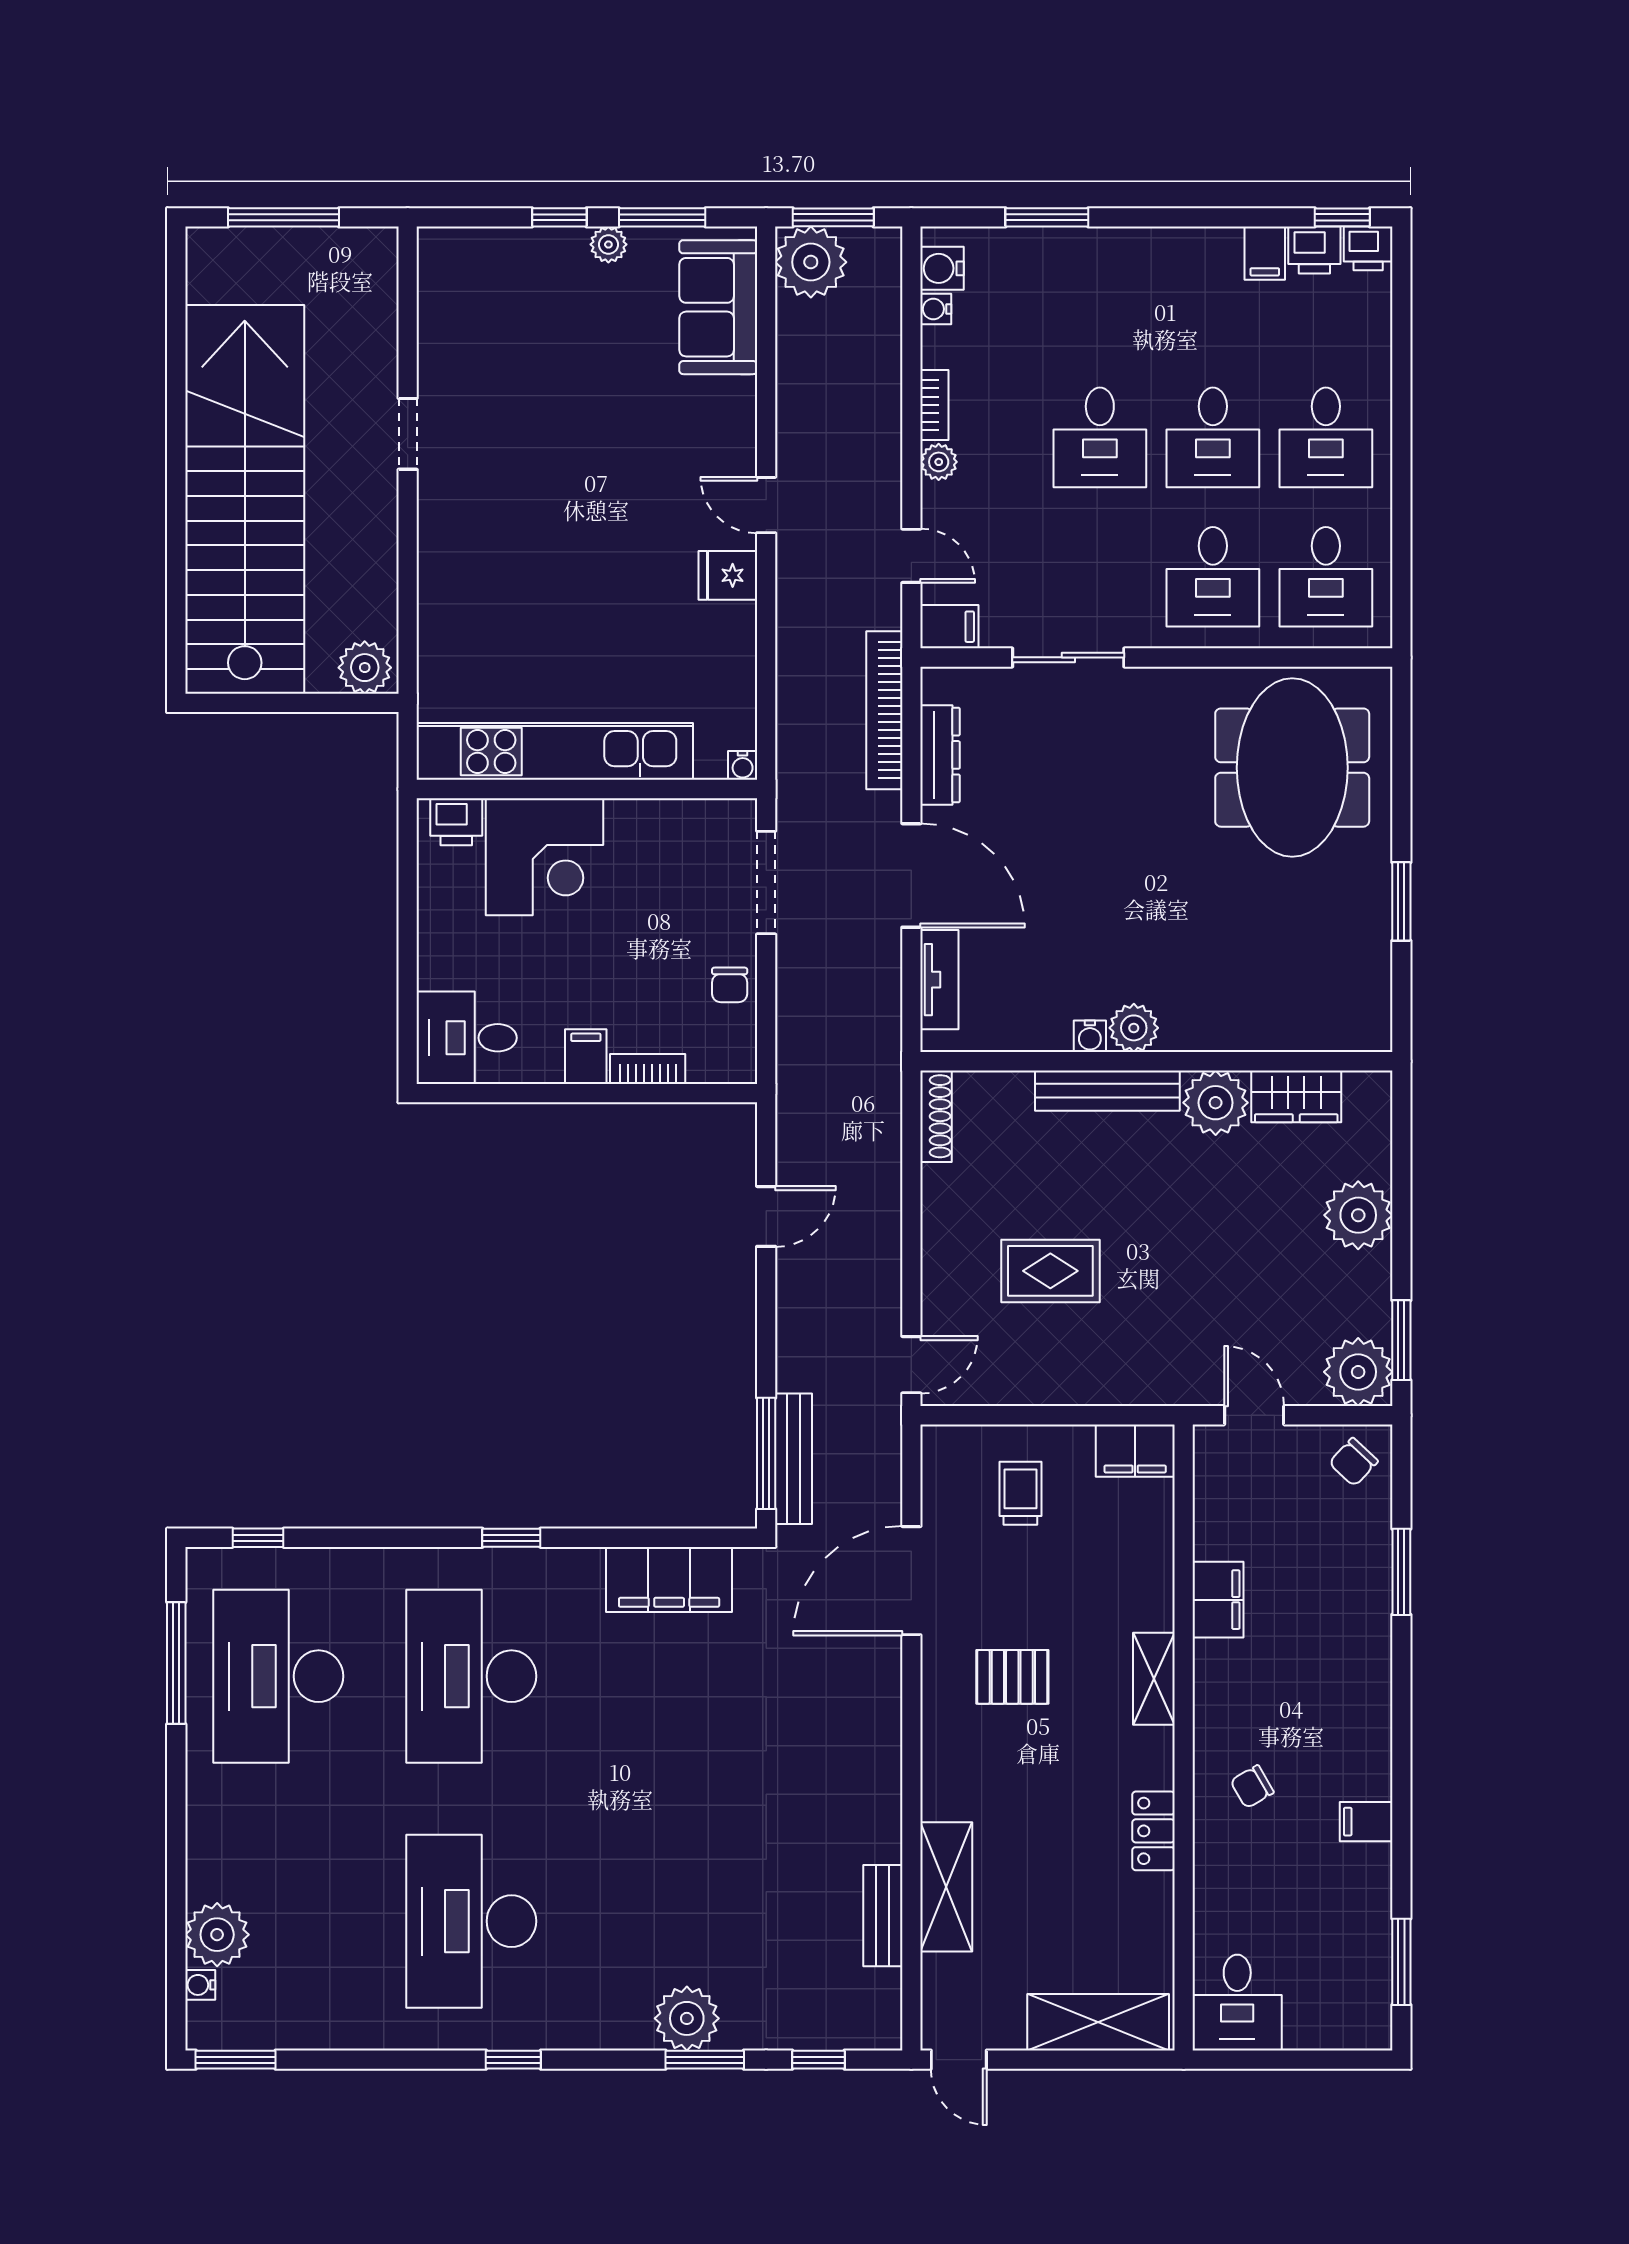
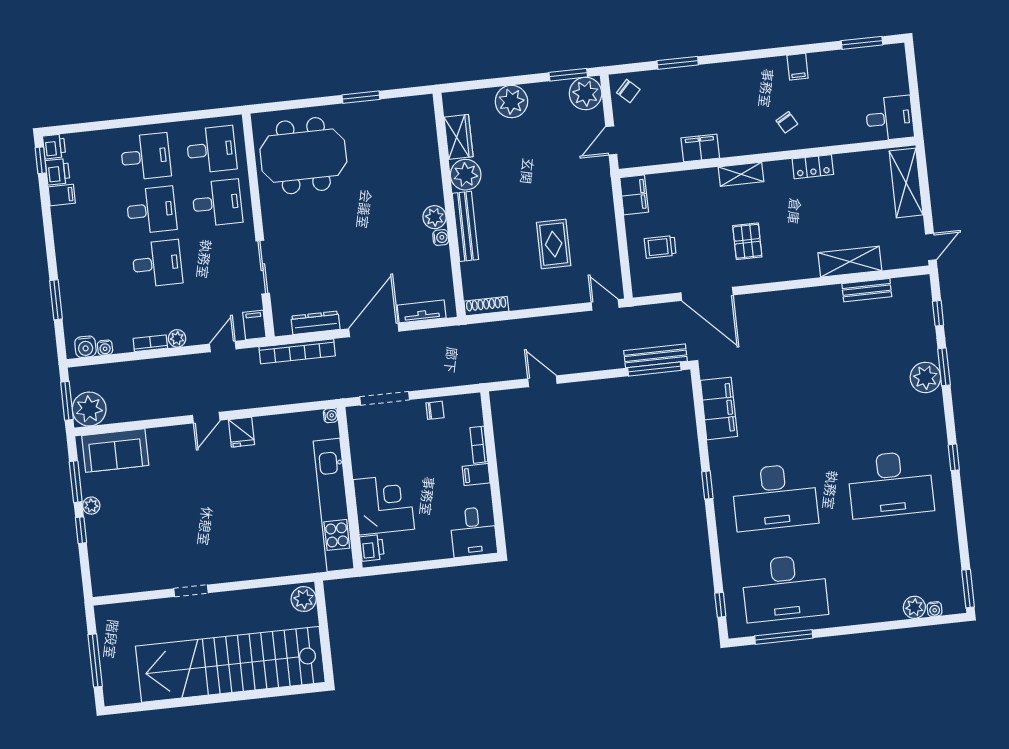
plant: (217, 1935) -> (914, 607), width x0.73, depth x0.73

